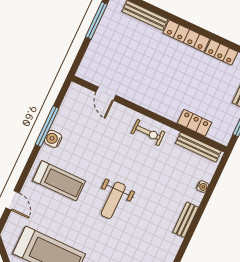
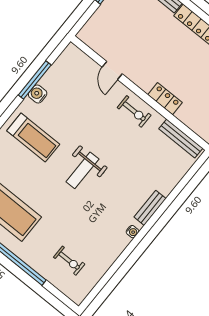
door: (106, 94) -> (112, 70), moved
locker: (194, 123) -> (165, 99), moved
water cooler: (203, 187) -> (132, 232), moved

